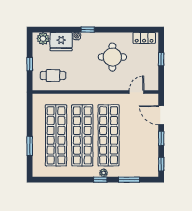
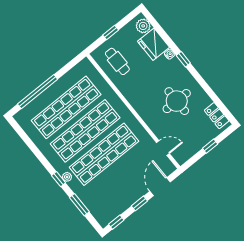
window: (30, 146) -> (38, 92), width x2.11

